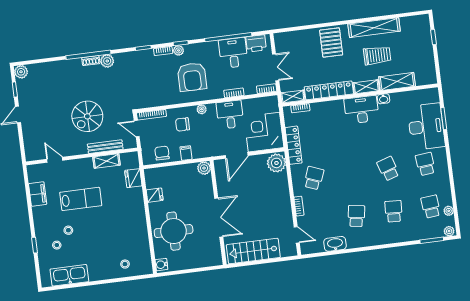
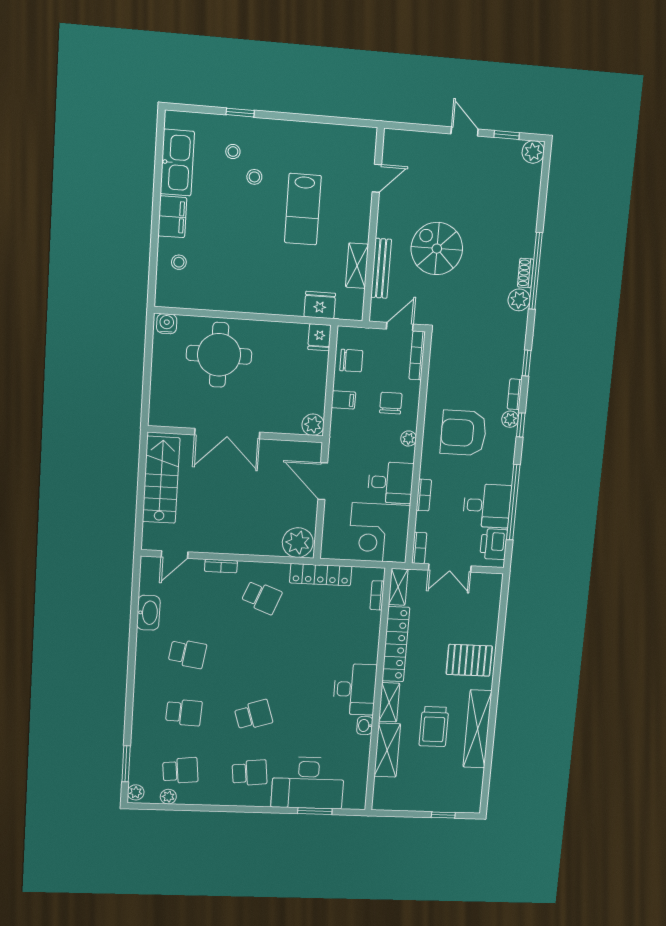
corner desk: (264, 132) -> (379, 533), moved, turned 180
filing cabinet: (38, 194) -> (172, 217), moved, turned -90
fridge: (155, 195) -> (320, 337), moved

